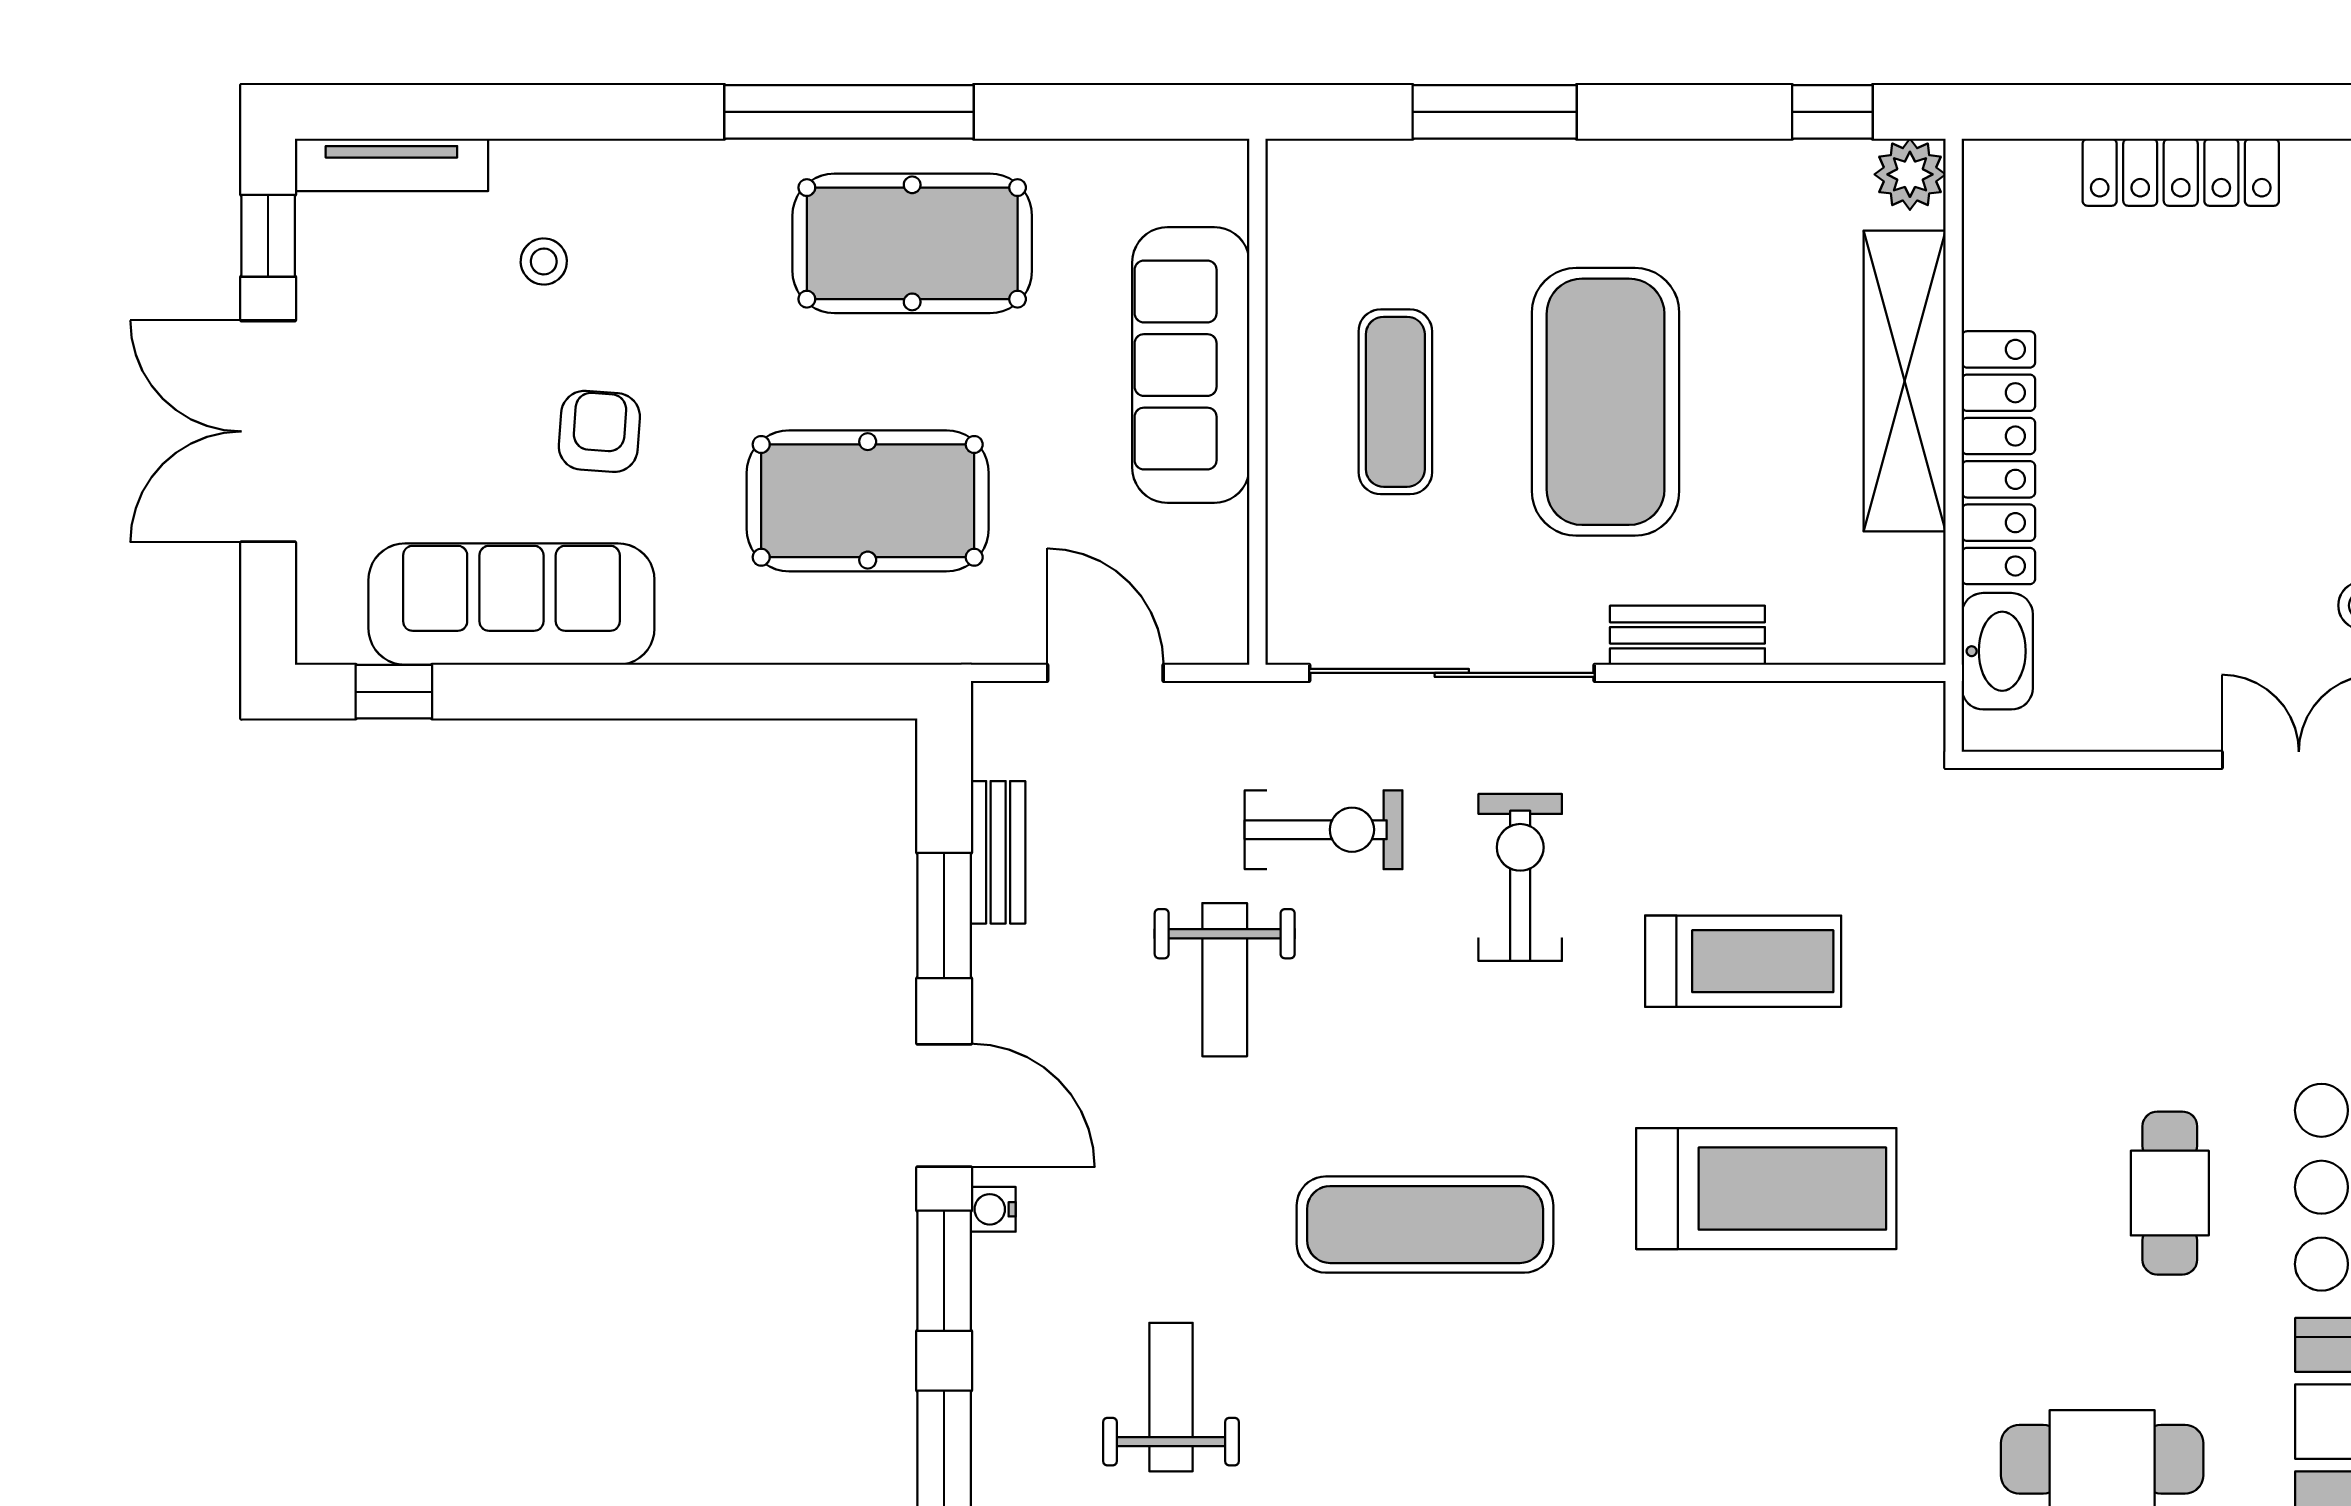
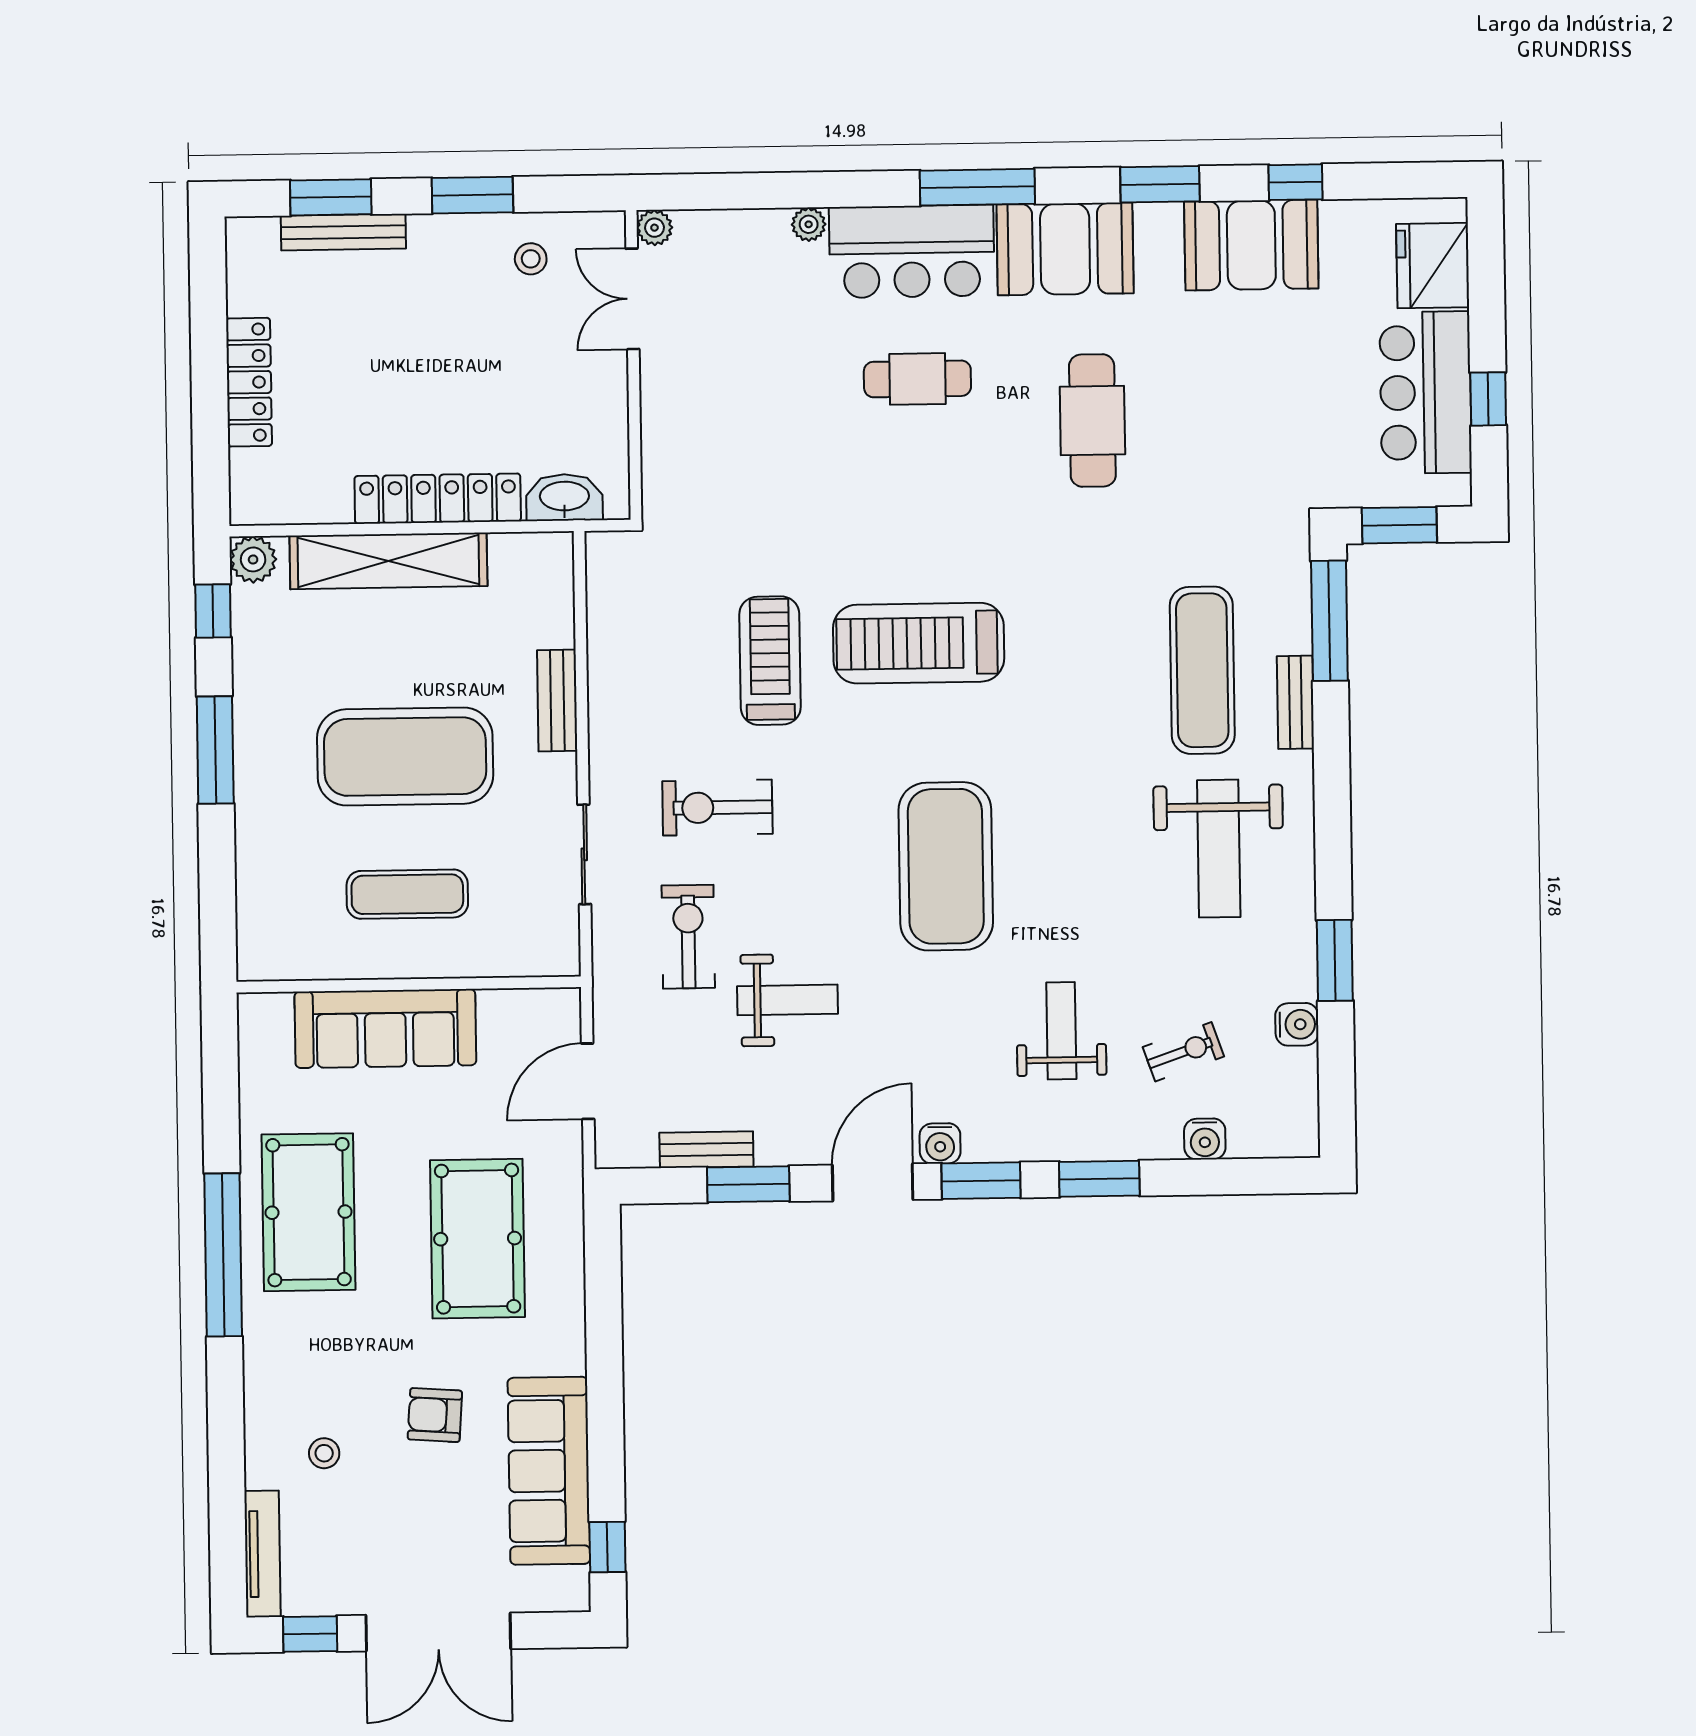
window: (1495, 112) -> (215, 750), moved
sliding door: (1452, 673) -> (584, 854), width x0.54
treadmill: (1766, 1189) -> (919, 643), turned -90
water cooler: (993, 1209) -> (940, 1143), width x1.38, depth x1.38
exercise mat: (1425, 1225) -> (946, 866), width x1.47
weight bench: (1171, 1397) -> (1061, 1031), turned 90

